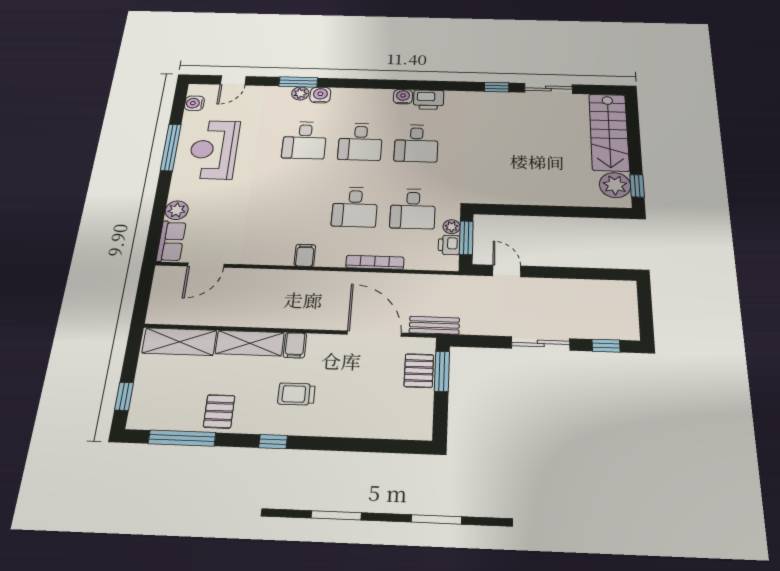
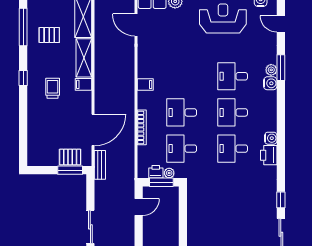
pallet: (219, 411) -> (49, 35), moved

